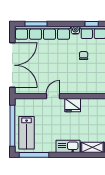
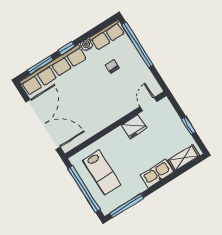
window: (92, 24) -> (67, 48), moved
door: (53, 96) -> (148, 104), moved
lab bench: (27, 133) -> (102, 173), moved

